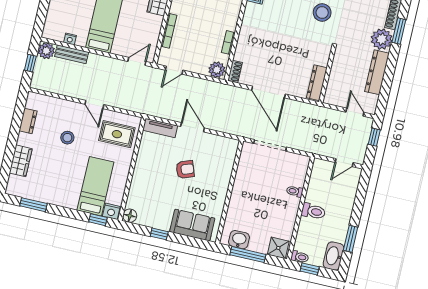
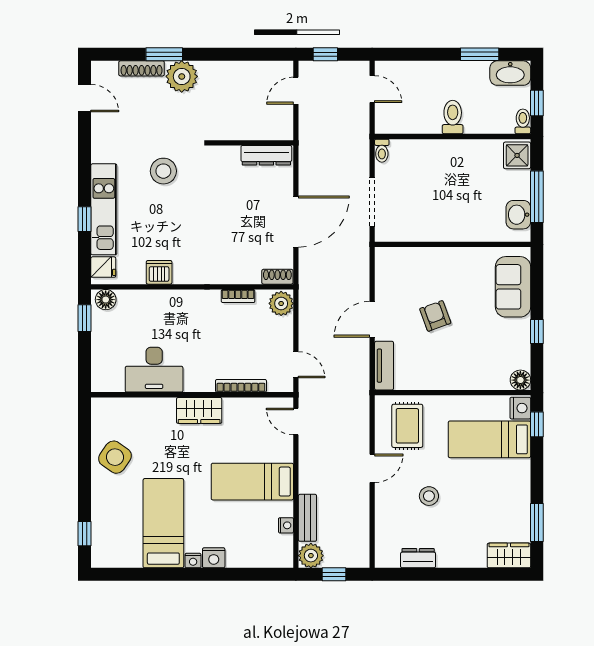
dresser: (377, 72) -> (231, 72), removed
wardrobe: (21, 161) -> (509, 555), moved
toilet: (295, 191) -> (382, 151), moved

